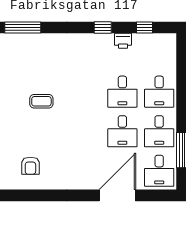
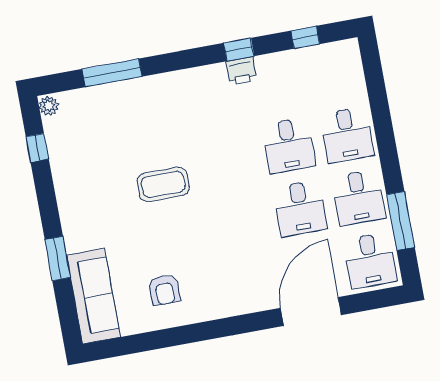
printer: (123, 41) -> (241, 71), moved
coffee table: (41, 101) -> (163, 184), width x1.36, depth x1.30

